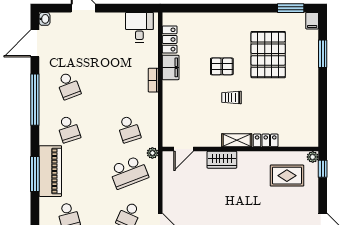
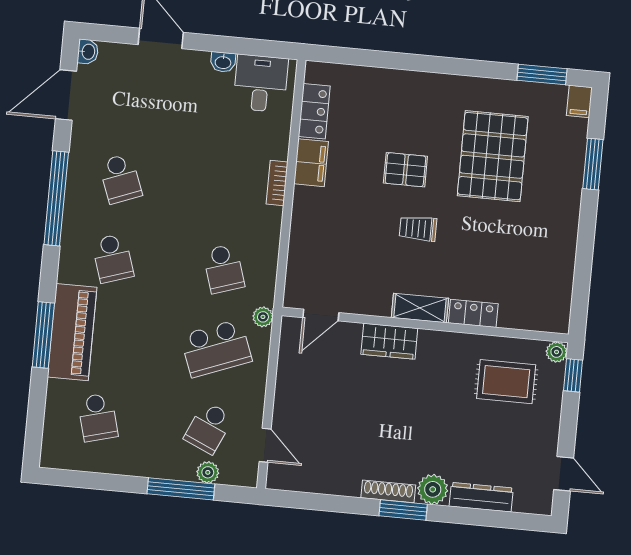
washbasin: (118, 18) -> (223, 62), added

